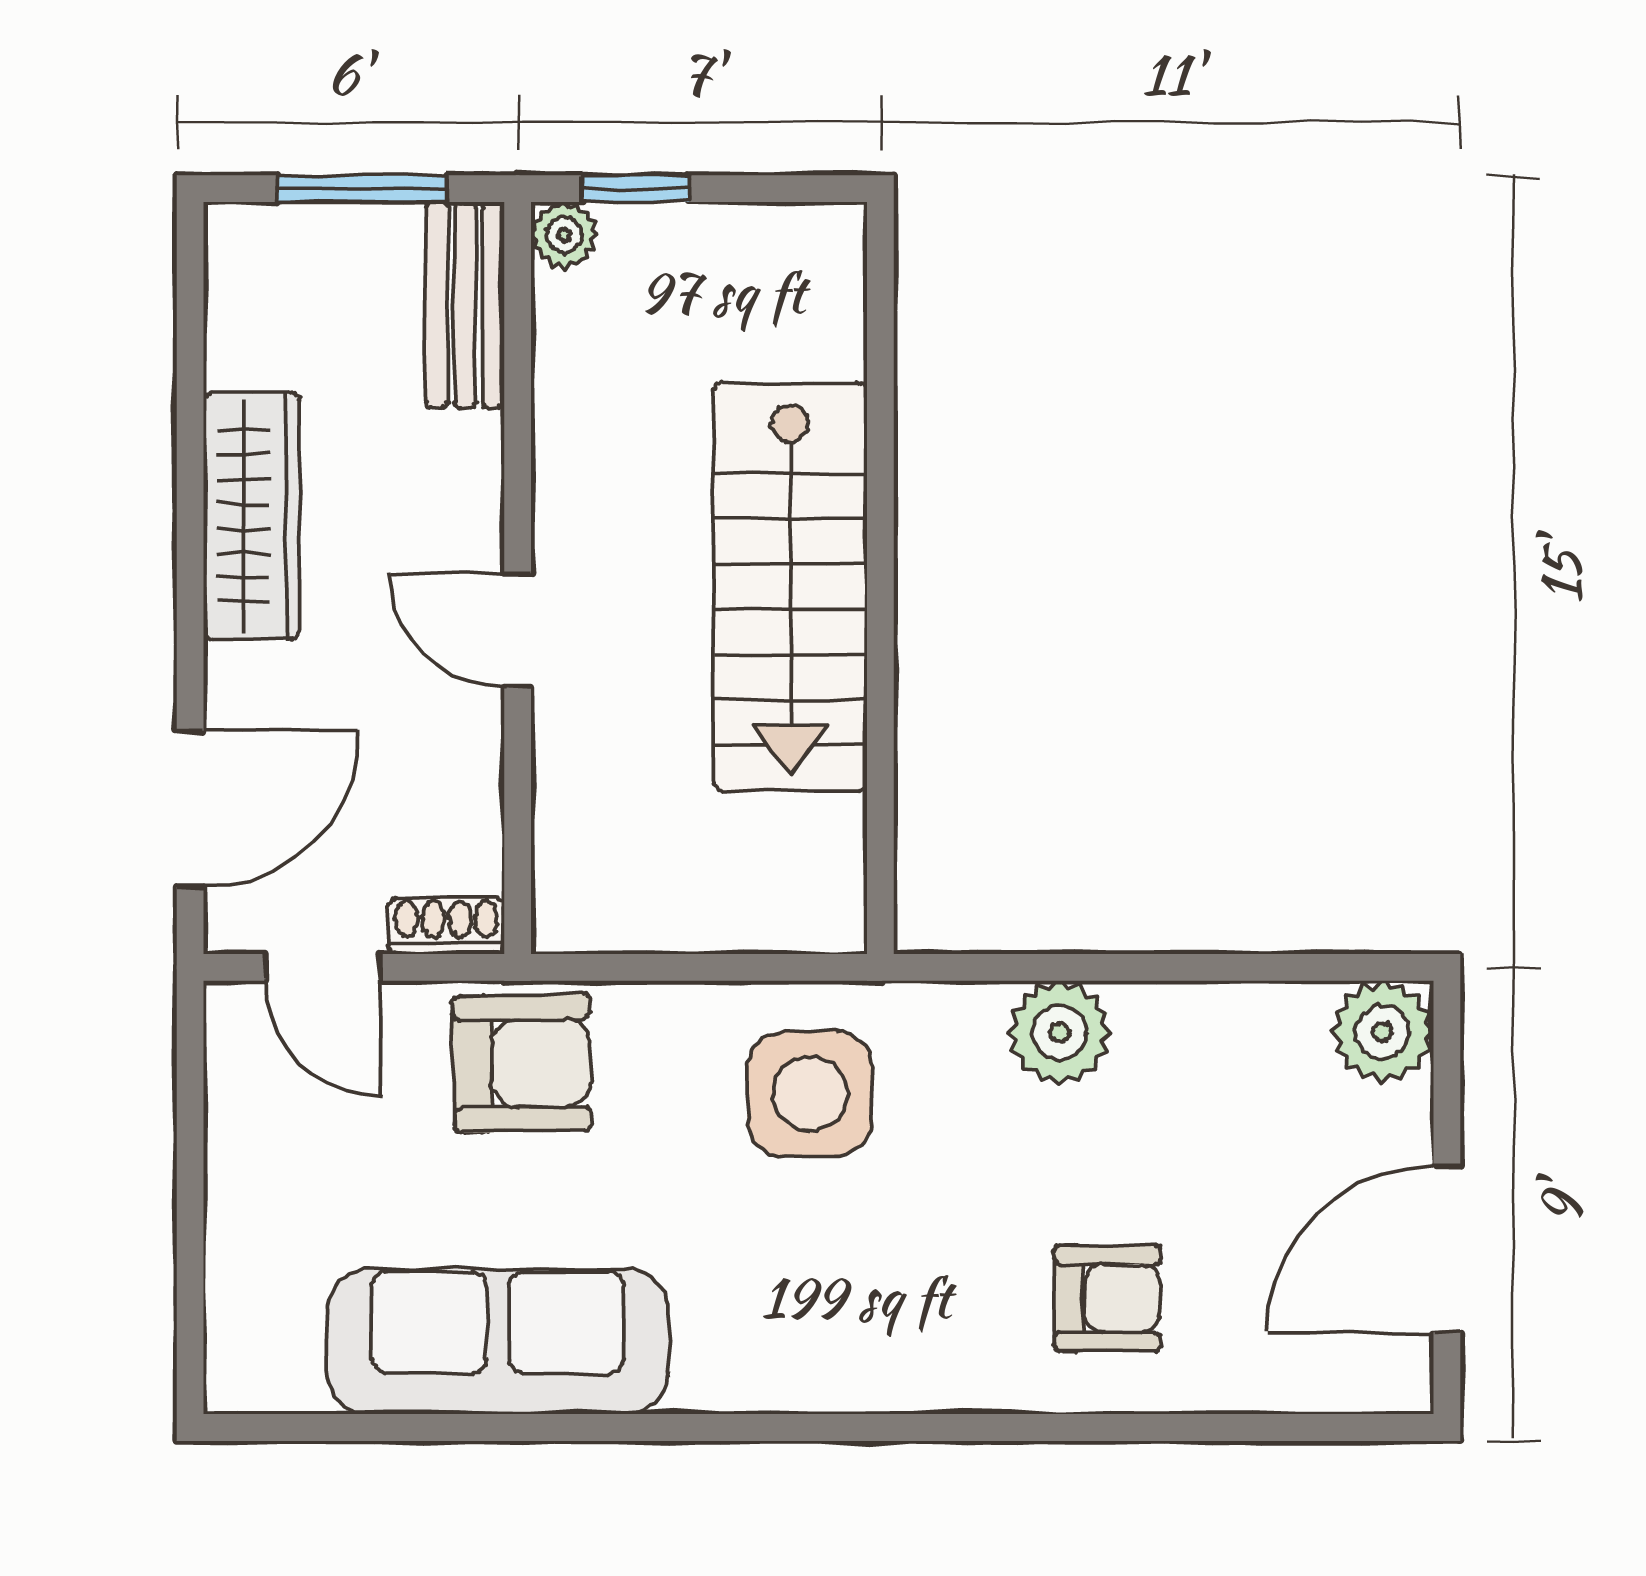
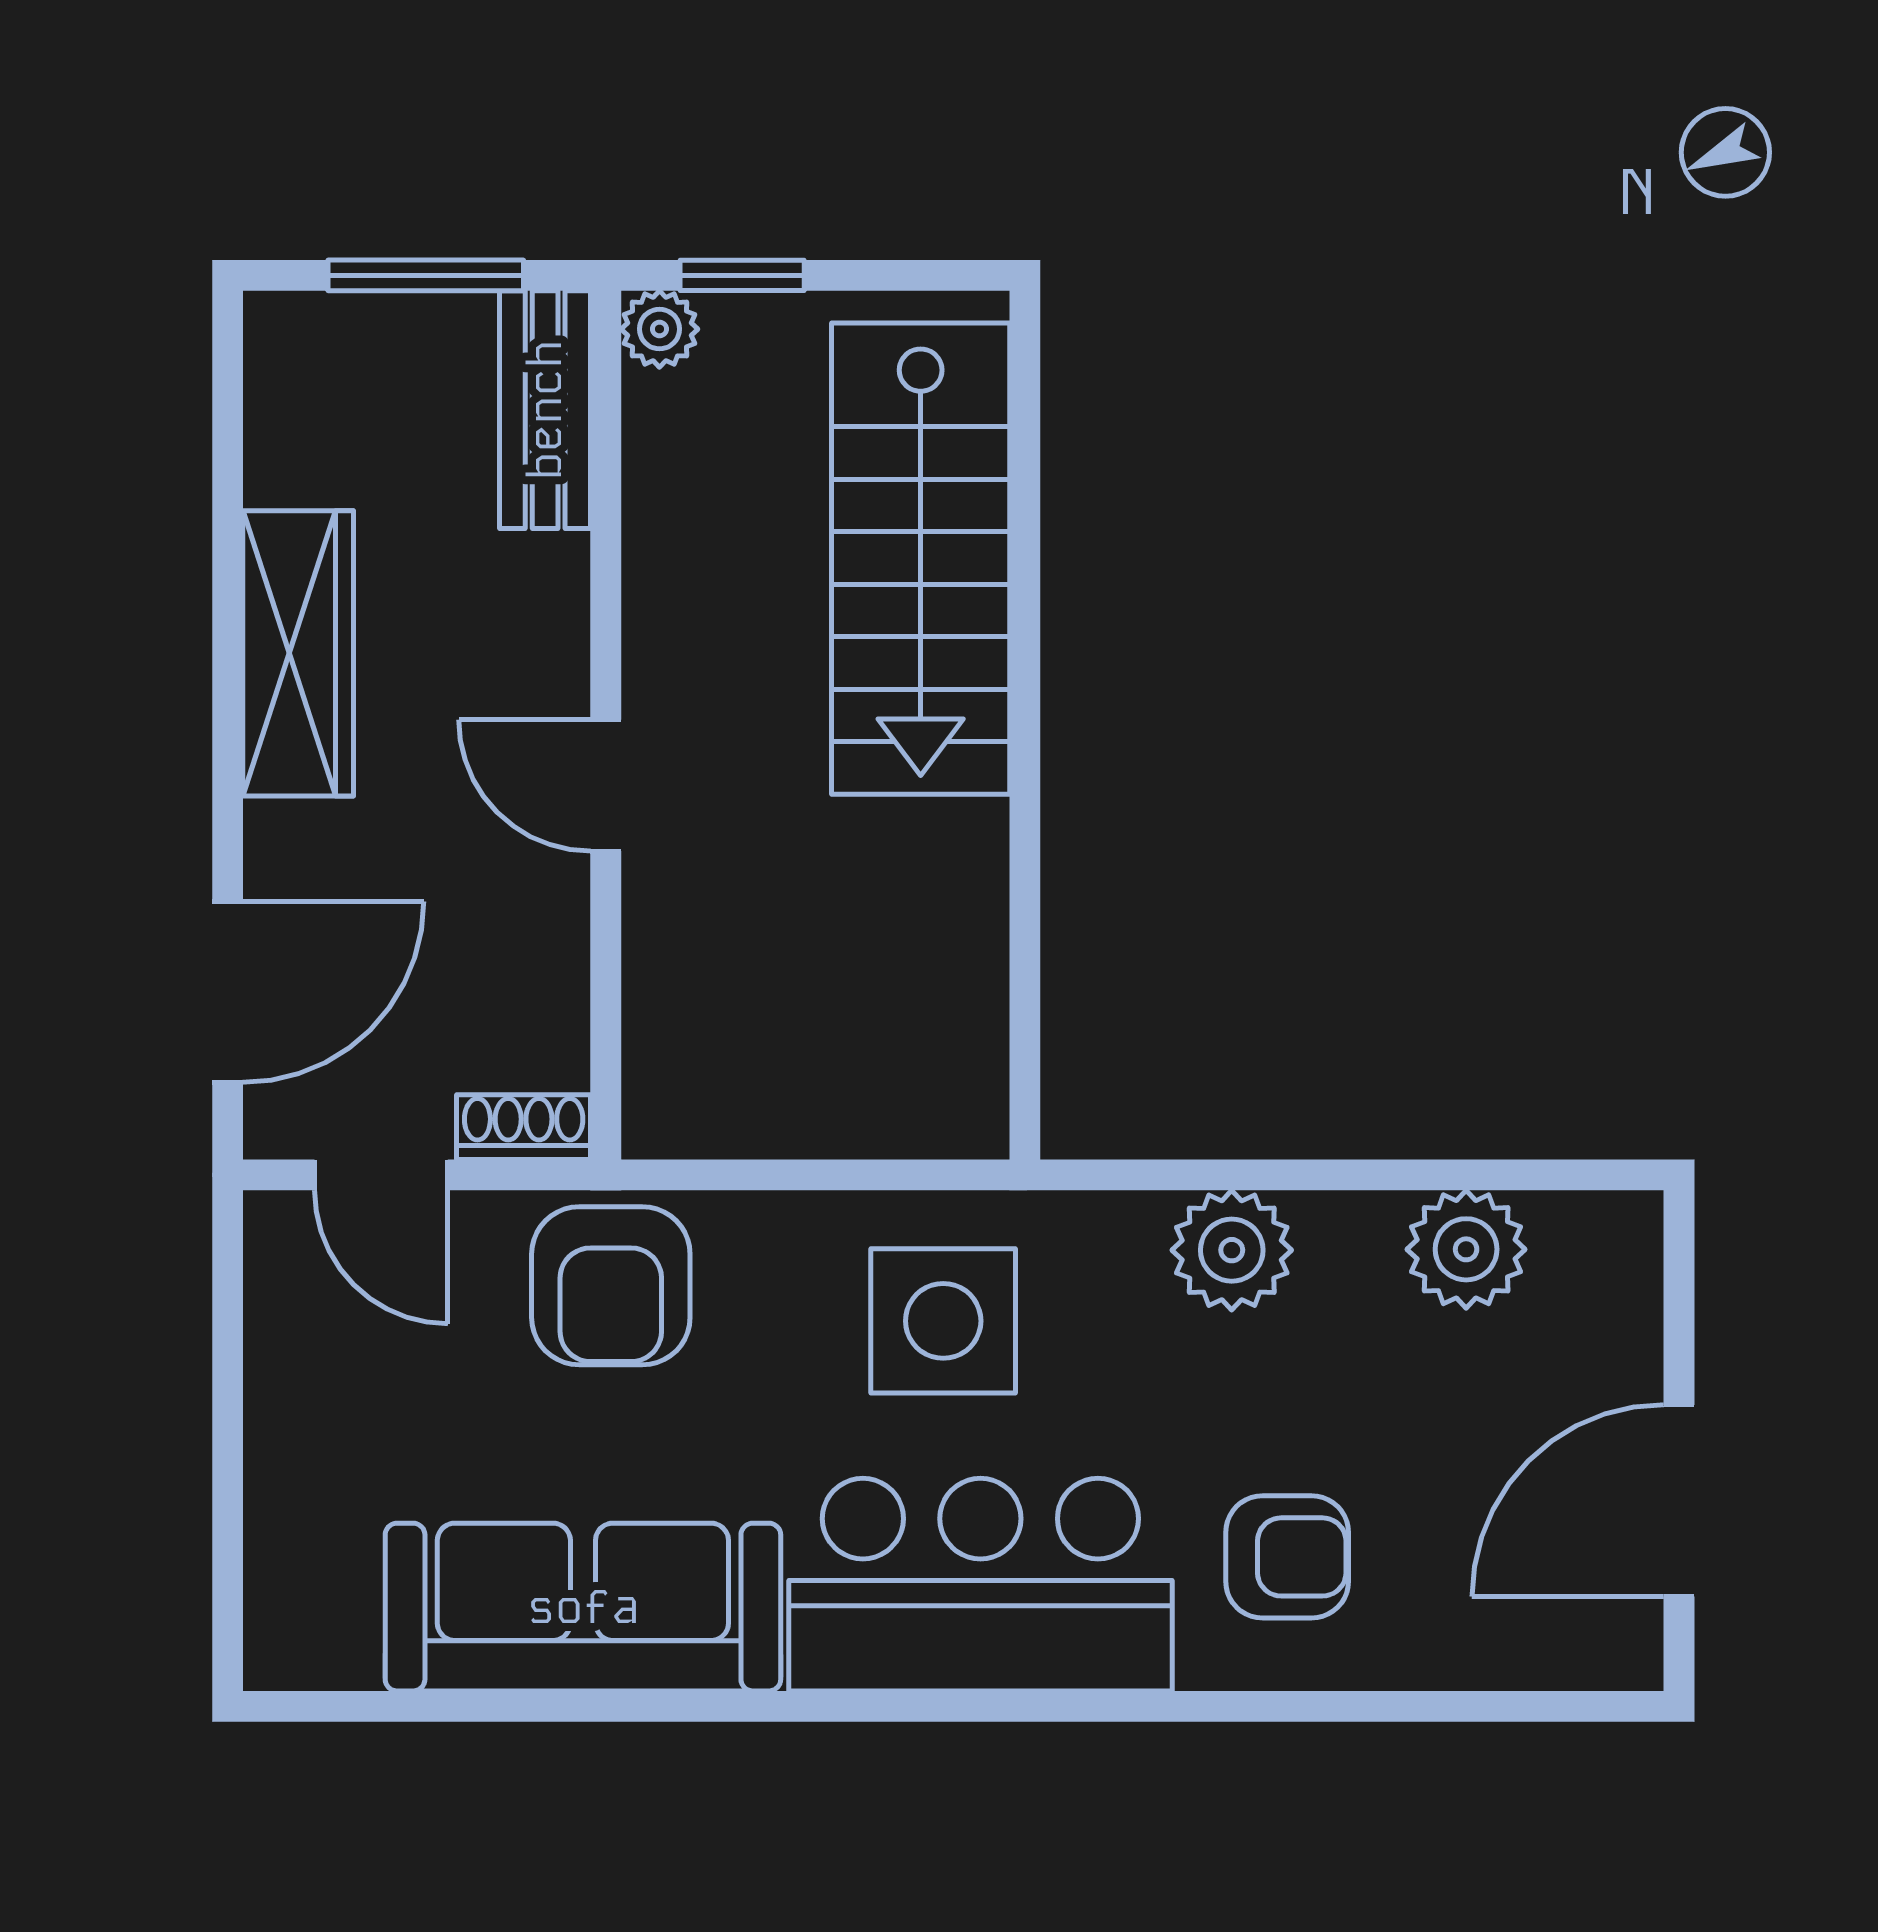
stairs: (790, 587) -> (921, 559), moved
plant: (1382, 1032) -> (1466, 1249), moved
armchair: (522, 1063) -> (611, 1286), turned 91
bar counter: (842, 1322) -> (980, 1585), added

